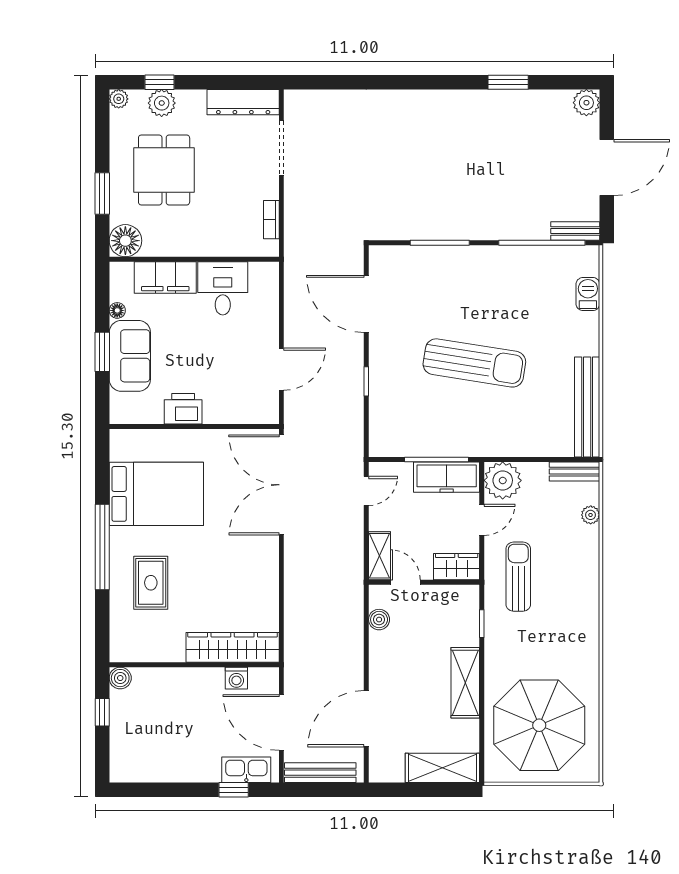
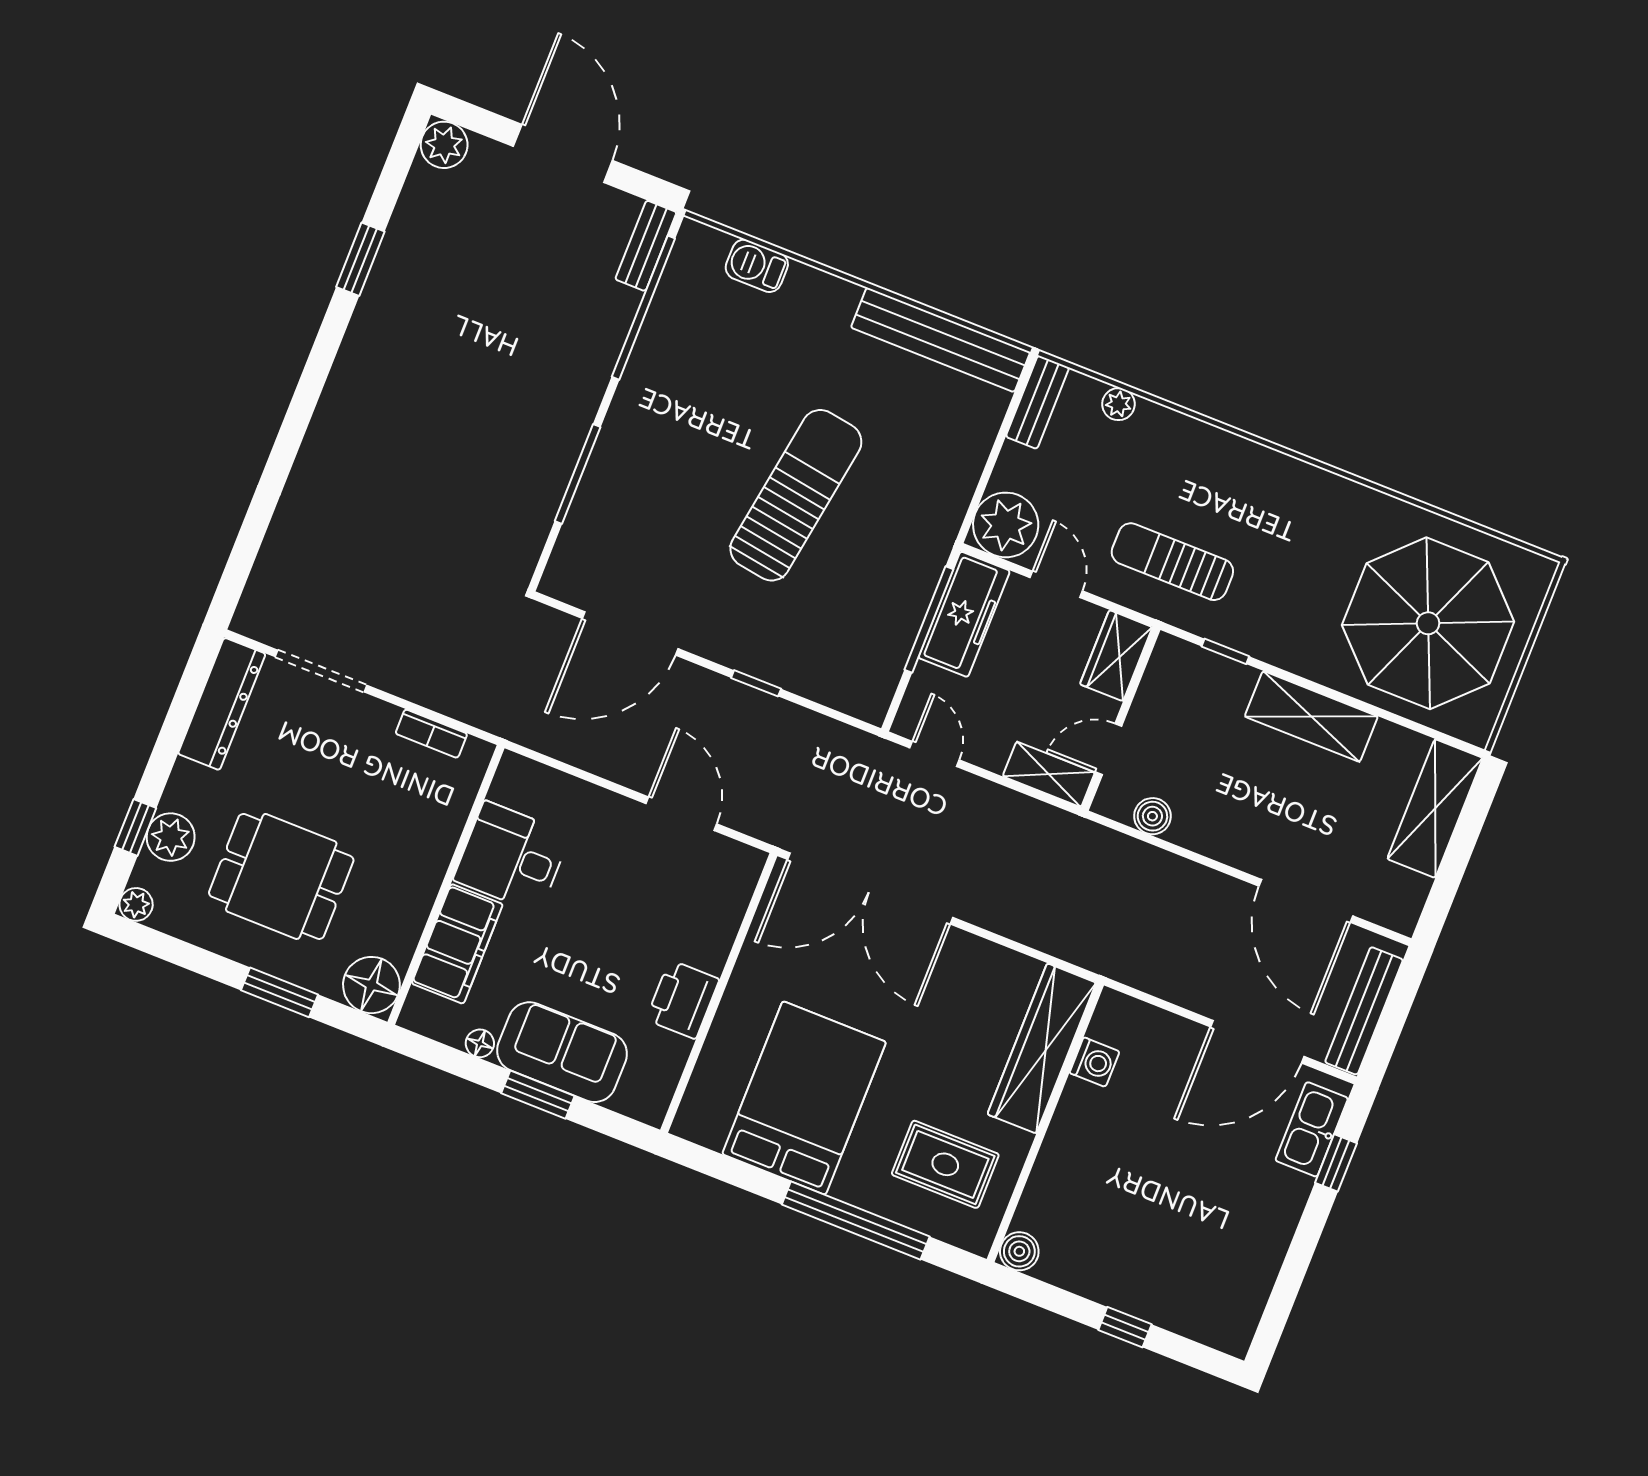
wardrobe: (233, 647) -> (1042, 1048), moved
wall: (194, 665) -> (1045, 1122), moved
boiler: (120, 678) -> (1019, 1251), moved
washing machine: (236, 678) -> (1095, 1062), moved

